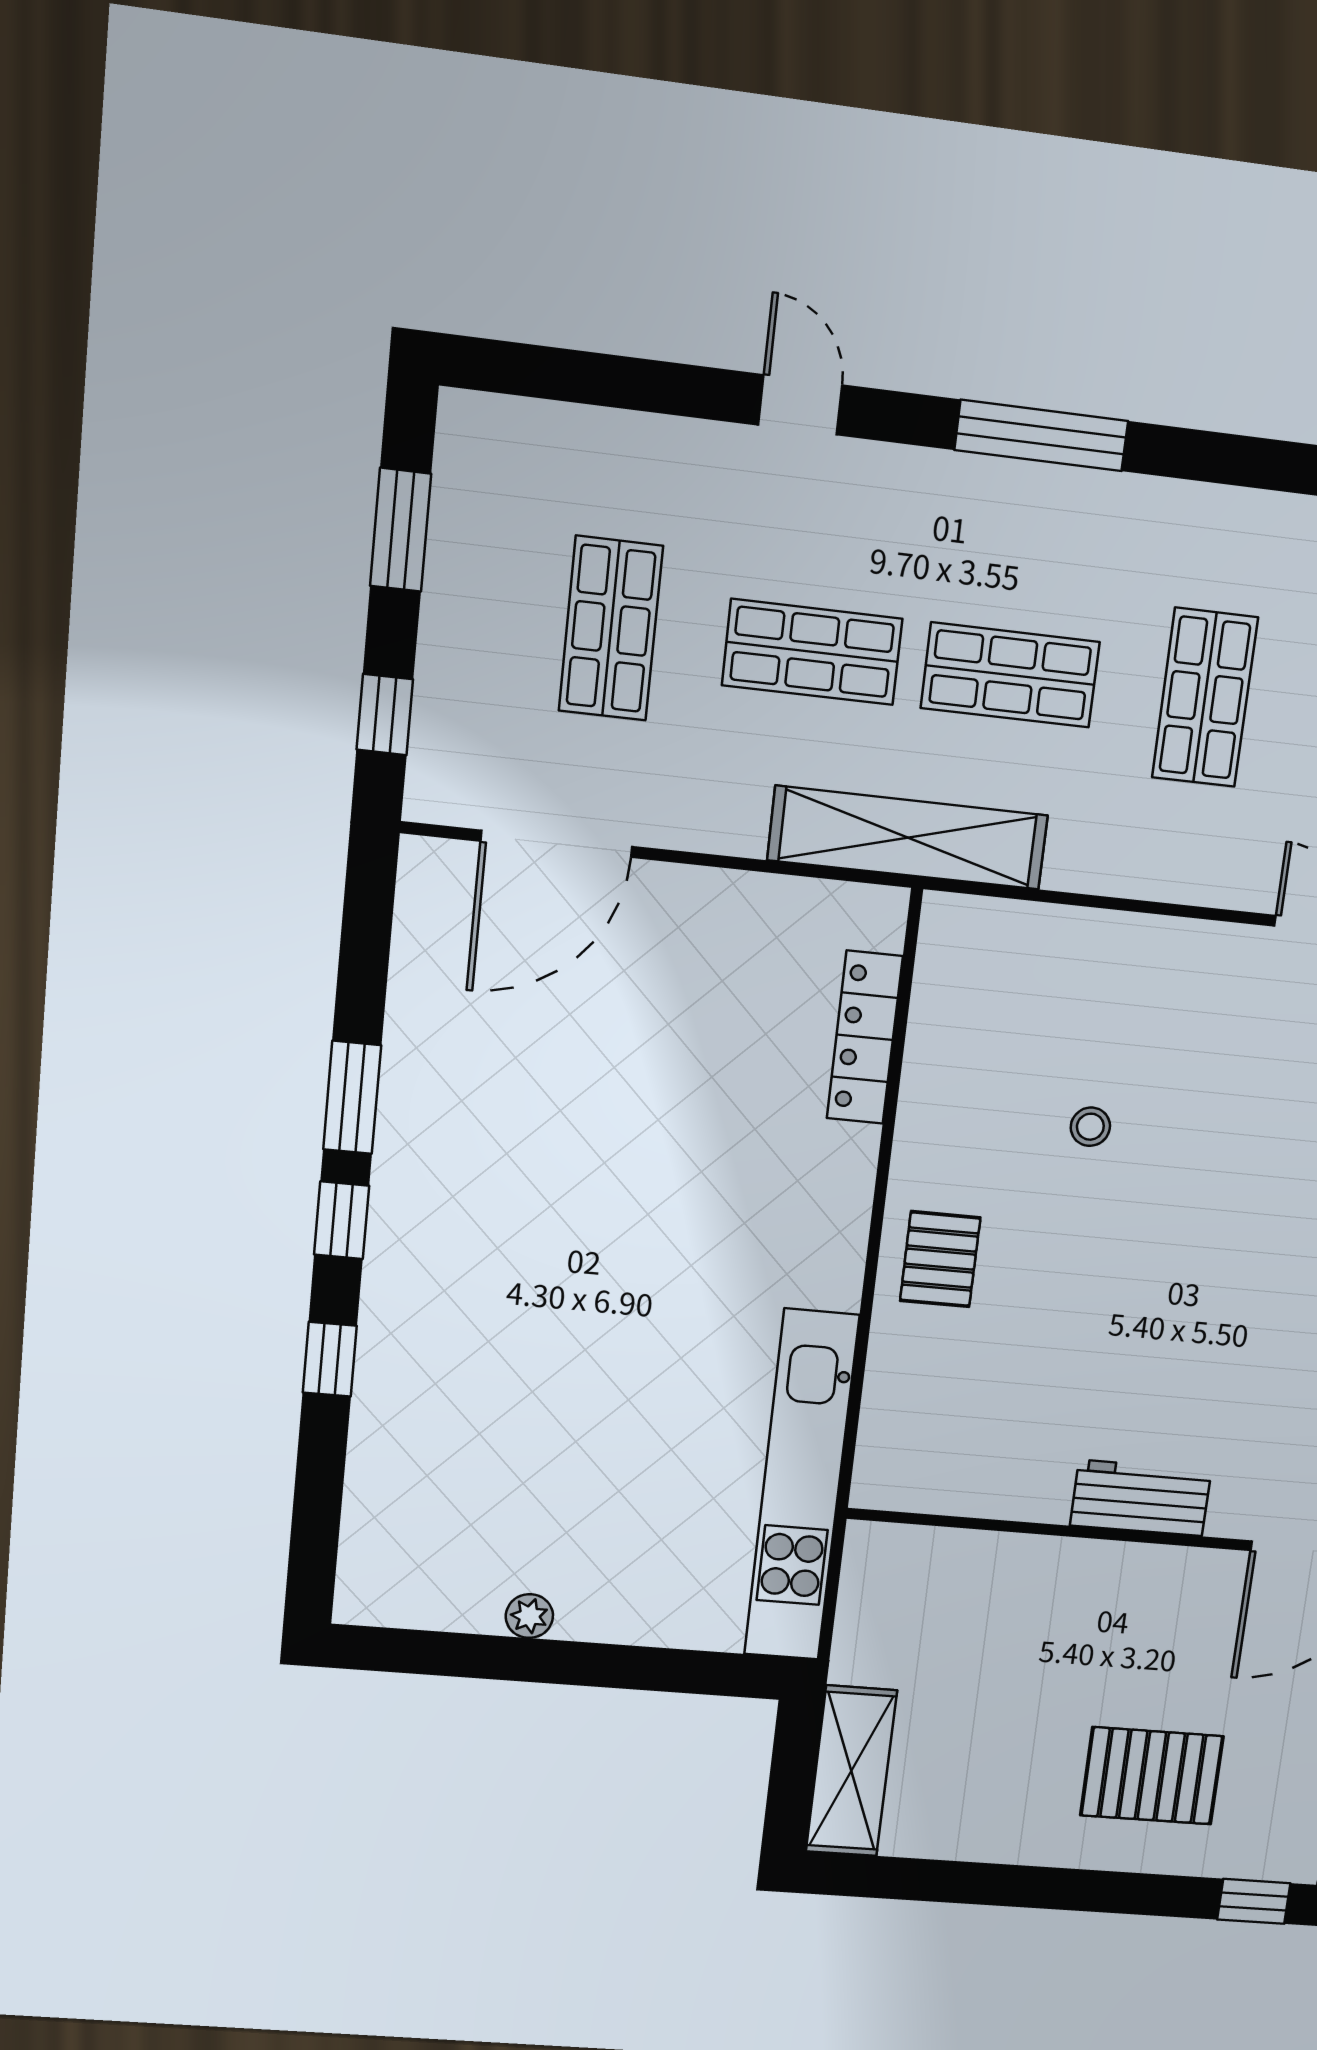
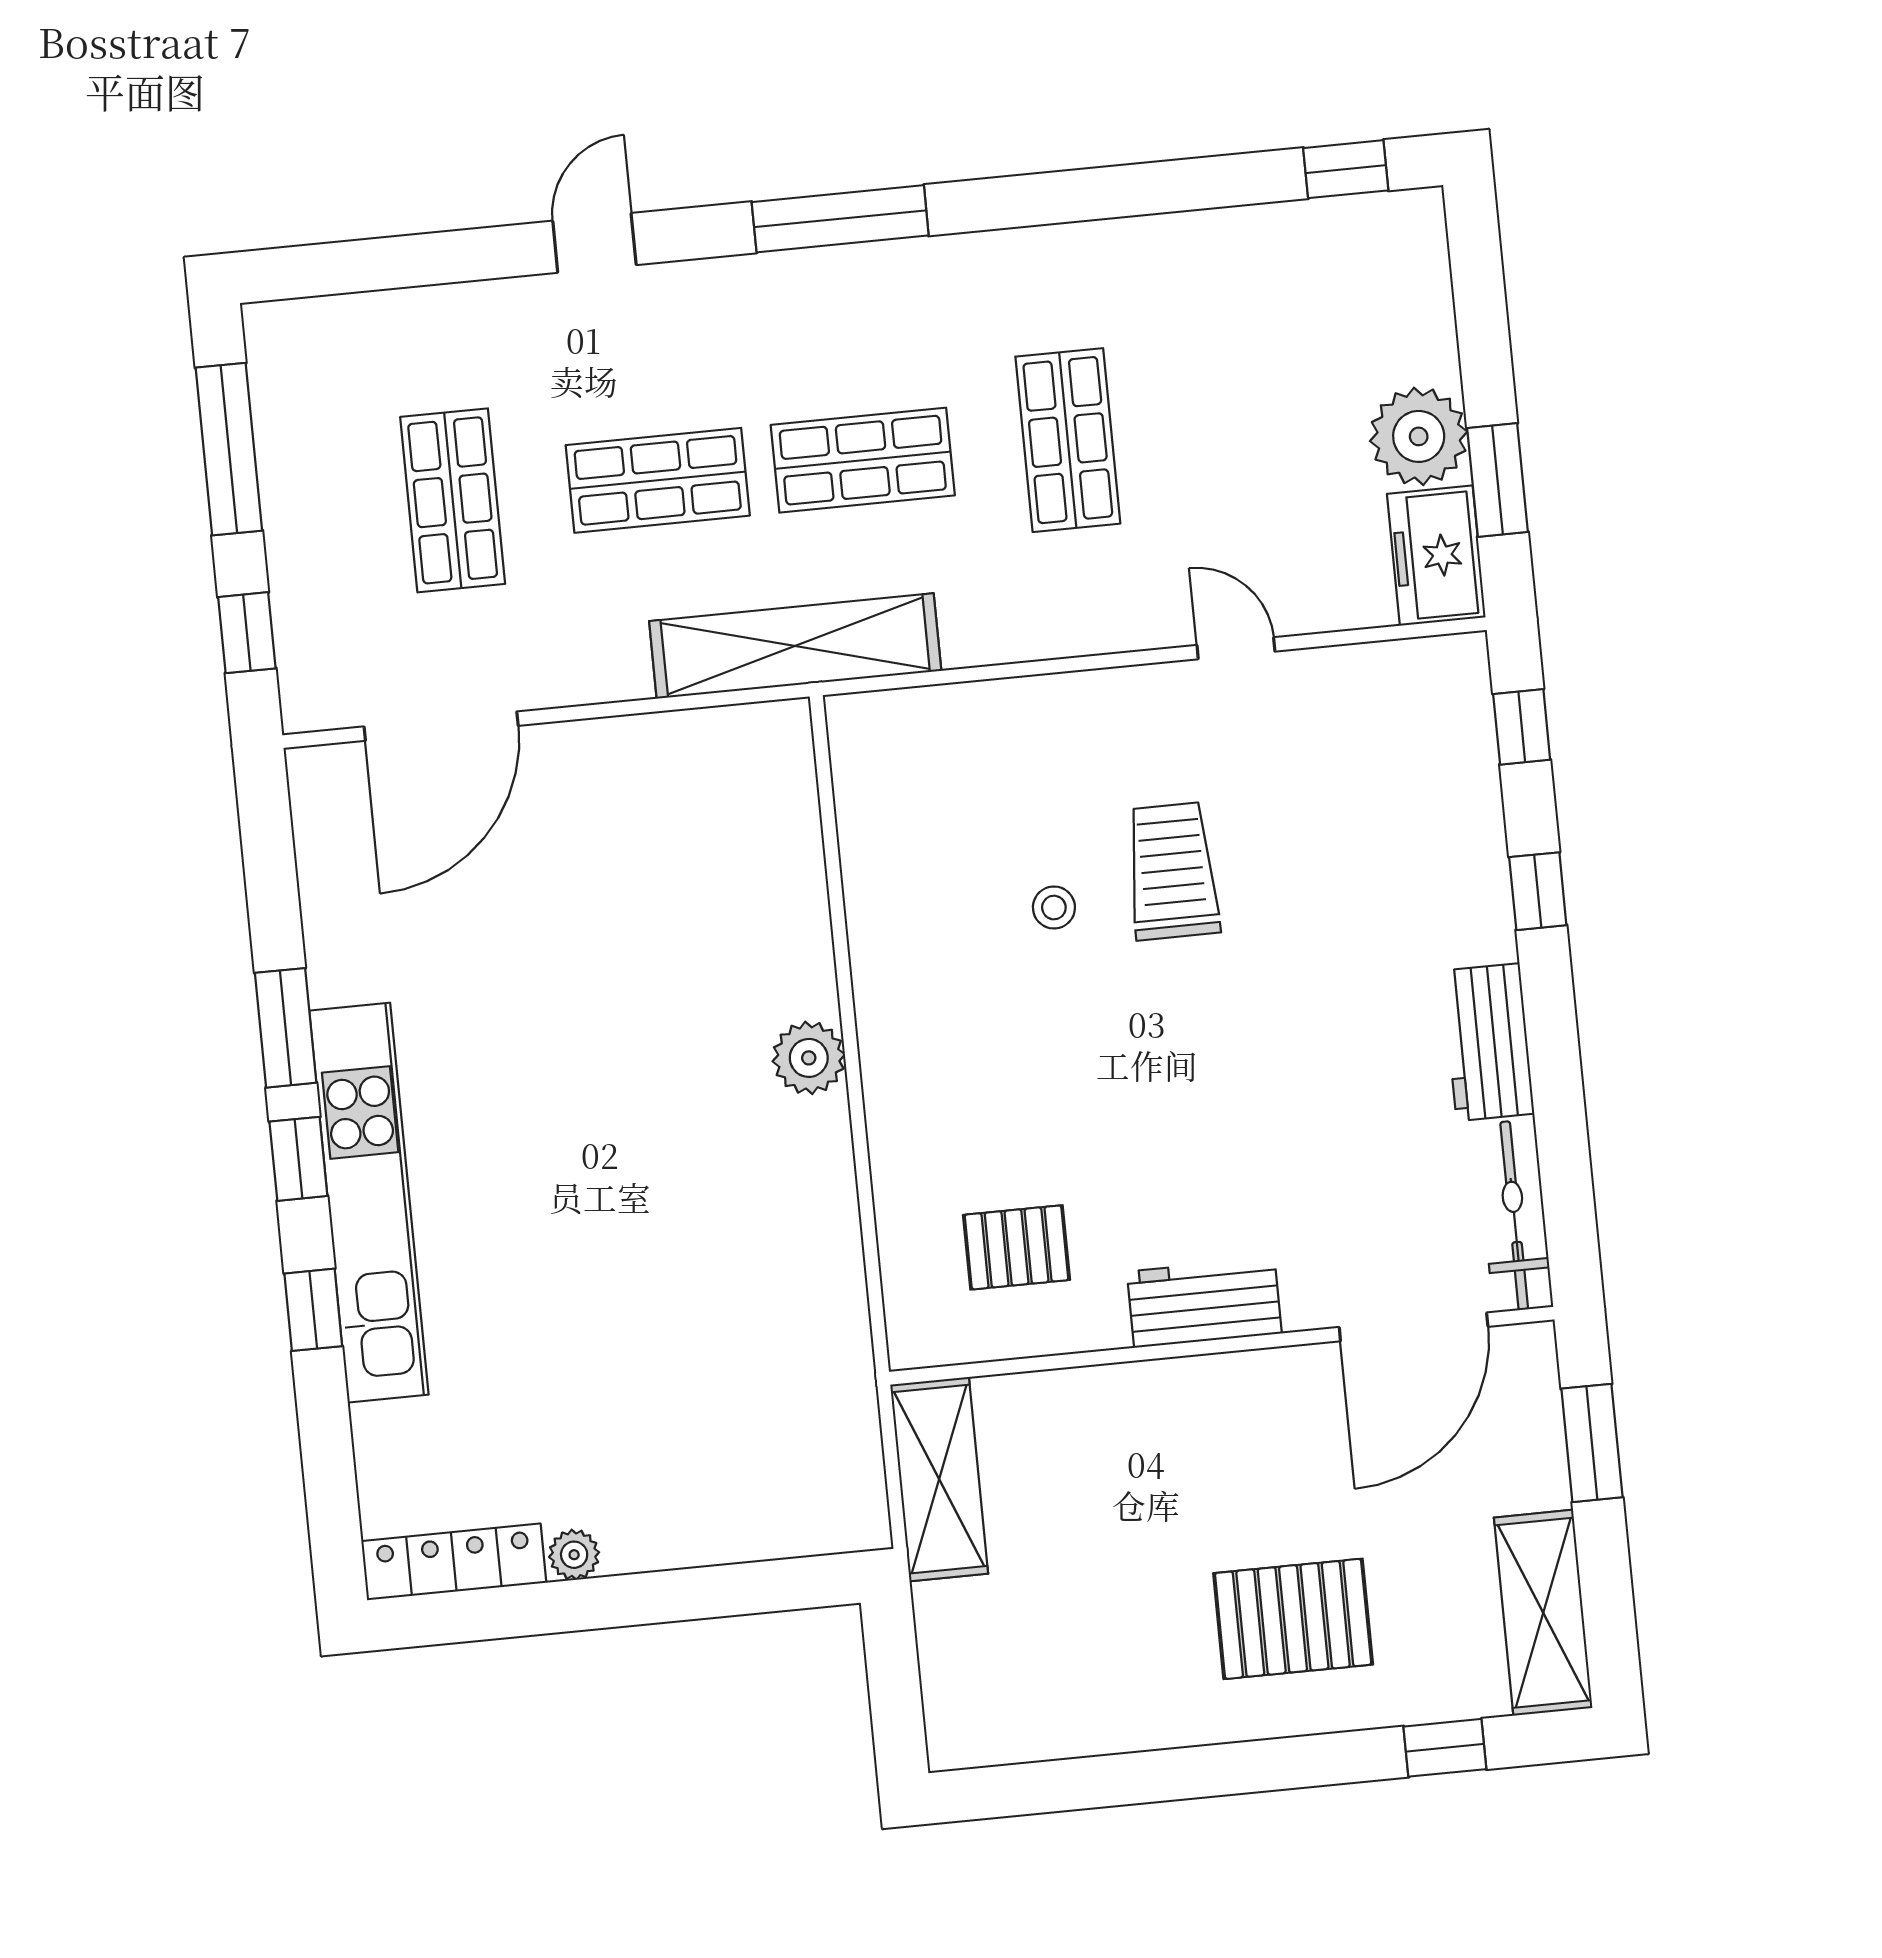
door: (800, 405) -> (594, 243), hinge flipped
window: (401, 530) -> (229, 449), width x1.44
locker: (865, 1037) -> (454, 1562), moved, turned 90
trolley: (1204, 1115) -> (1172, 871), added
plant: (837, 1219) -> (809, 1058), added
pallet: (940, 1259) -> (1017, 1247), moved, turned 90
kitchen unit: (801, 1486) -> (369, 1203), moved, turned 180
shelving: (851, 1771) -> (939, 1479), moved

